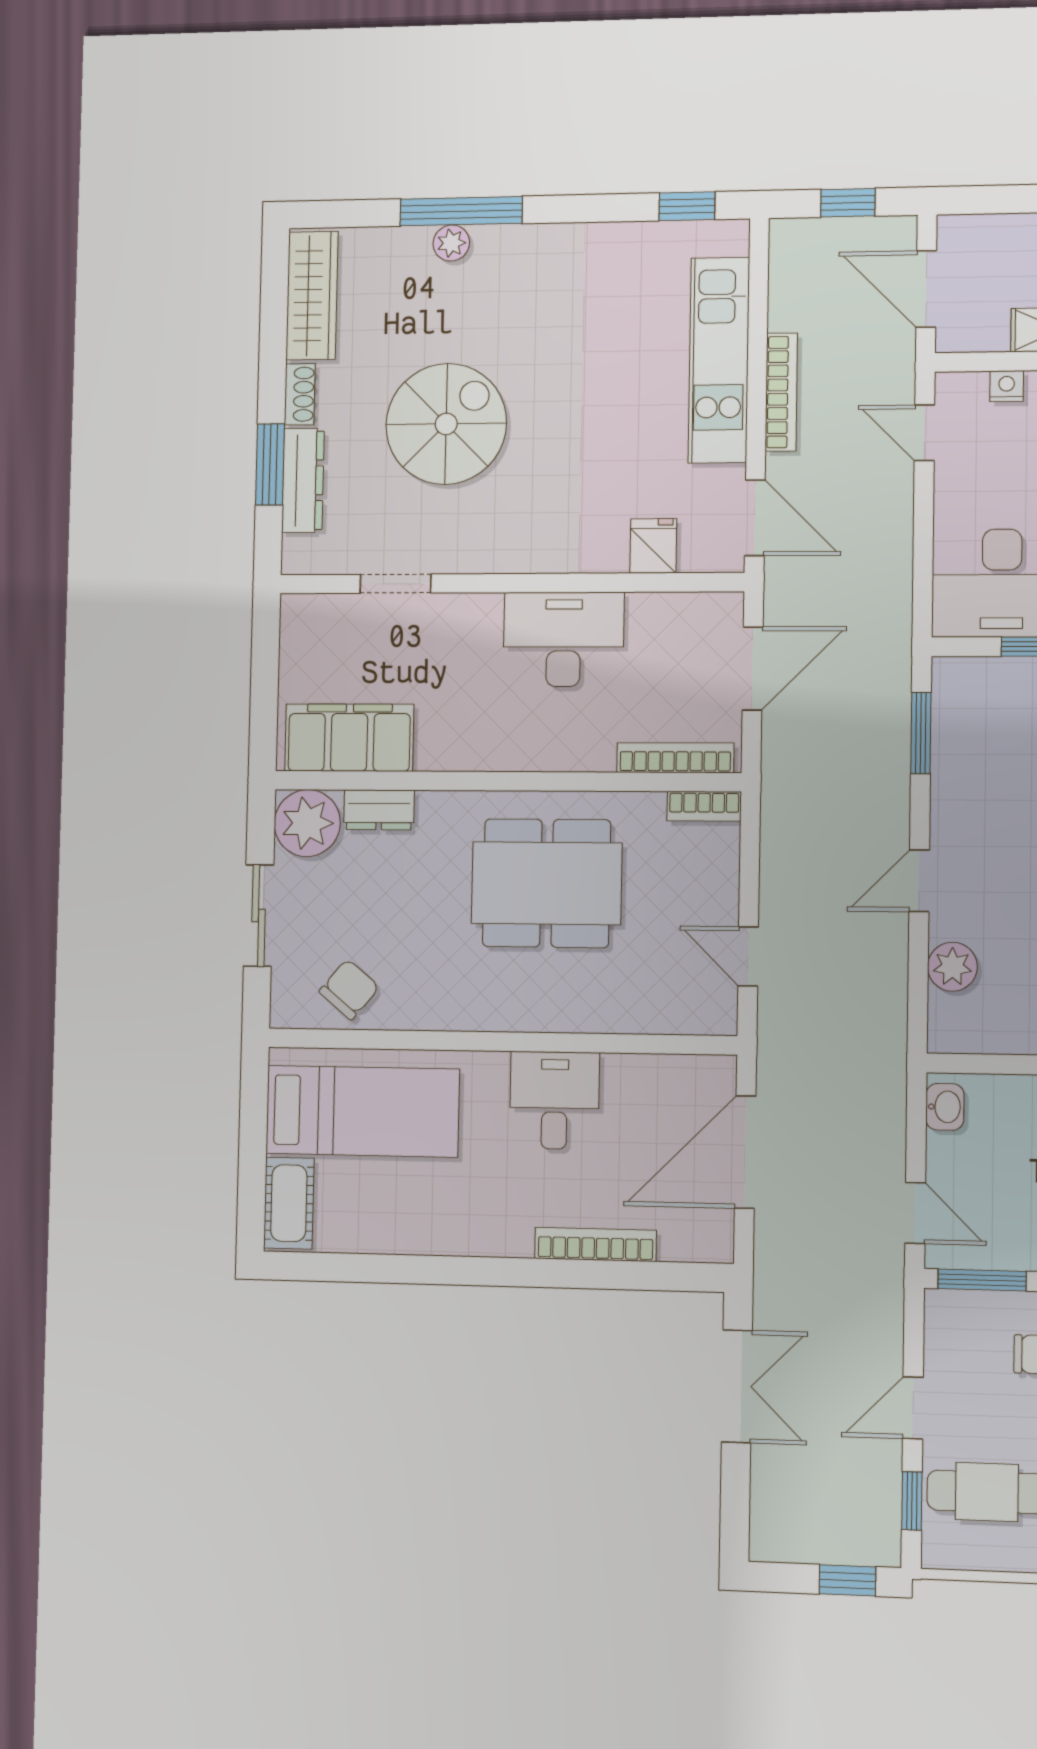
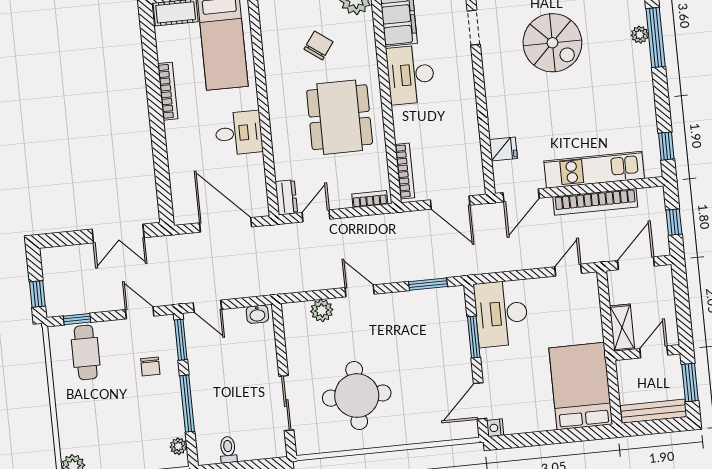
nightstand: (1007, 386) -> (593, 306), removed
bookcase: (781, 392) -> (595, 202), width x1.48, depth x1.31
desk: (564, 639) -> (411, 75), moved, turned 180
bookcase: (704, 806) -> (370, 199), moved, turned 90
dresser: (379, 810) -> (286, 197), moved, turned 180
chair: (349, 989) -> (318, 45), moved, turned -94
door: (915, 1213) -> (207, 306), hinge flipped
bookcase: (595, 1244) -> (168, 91), moved
door: (913, 1408) -> (140, 313), moved

